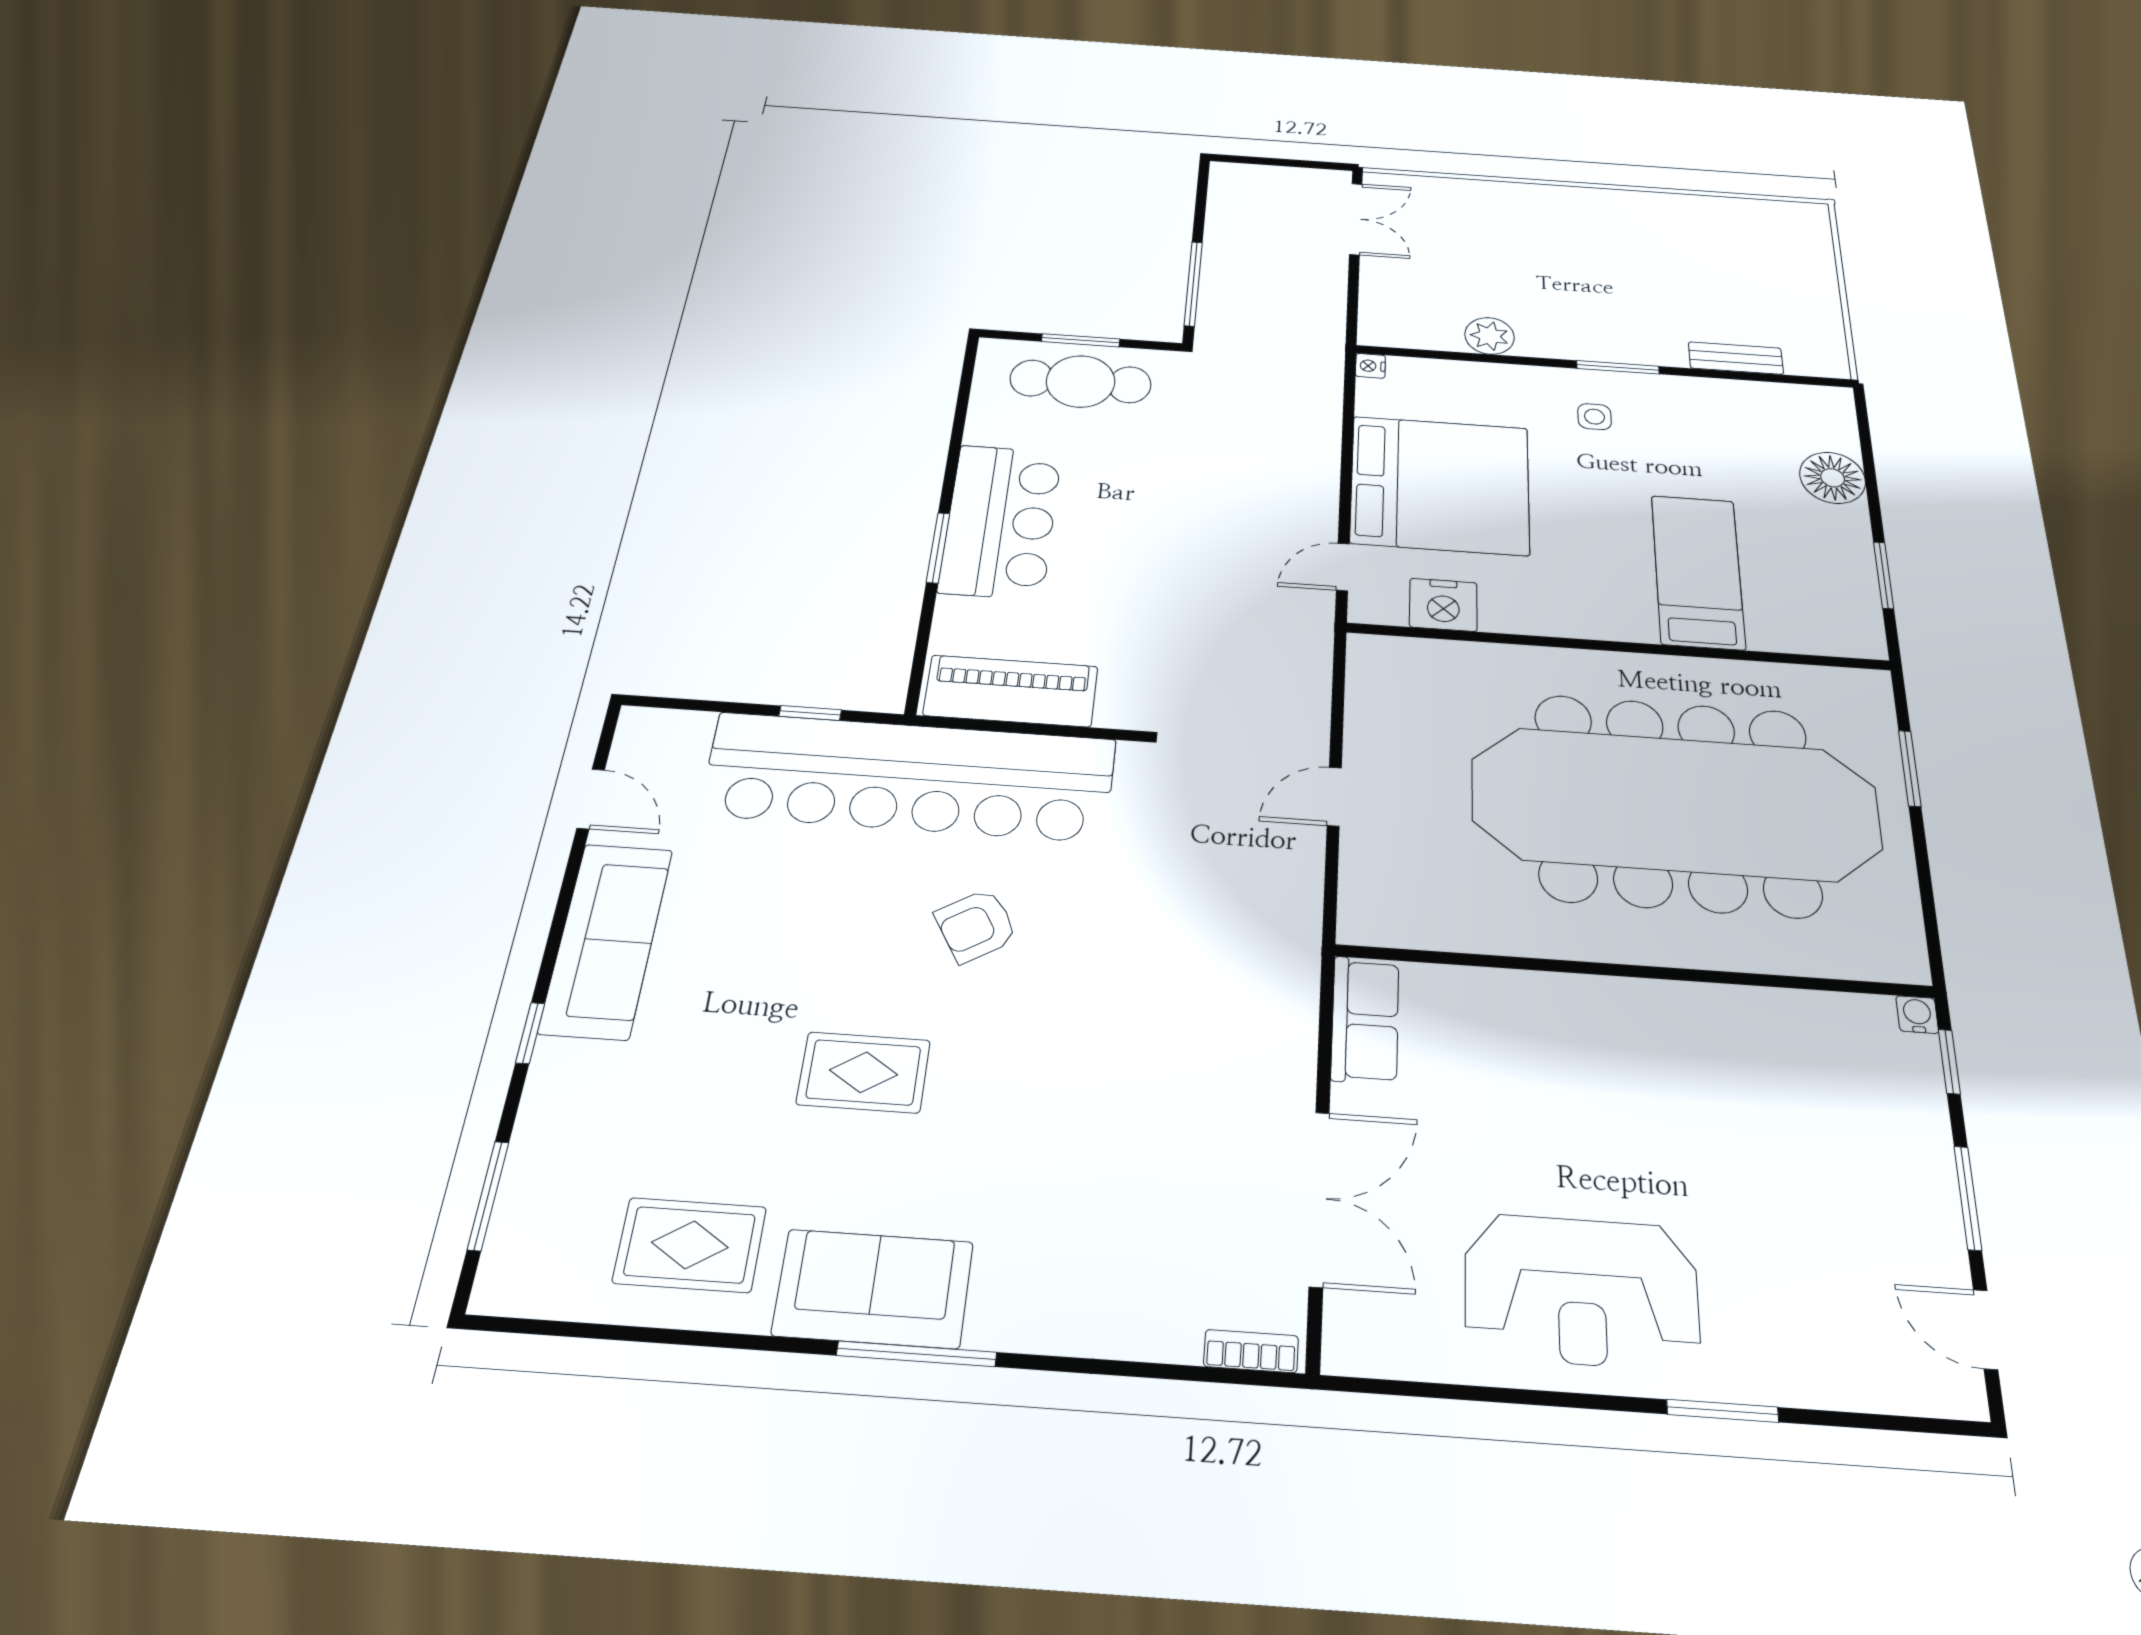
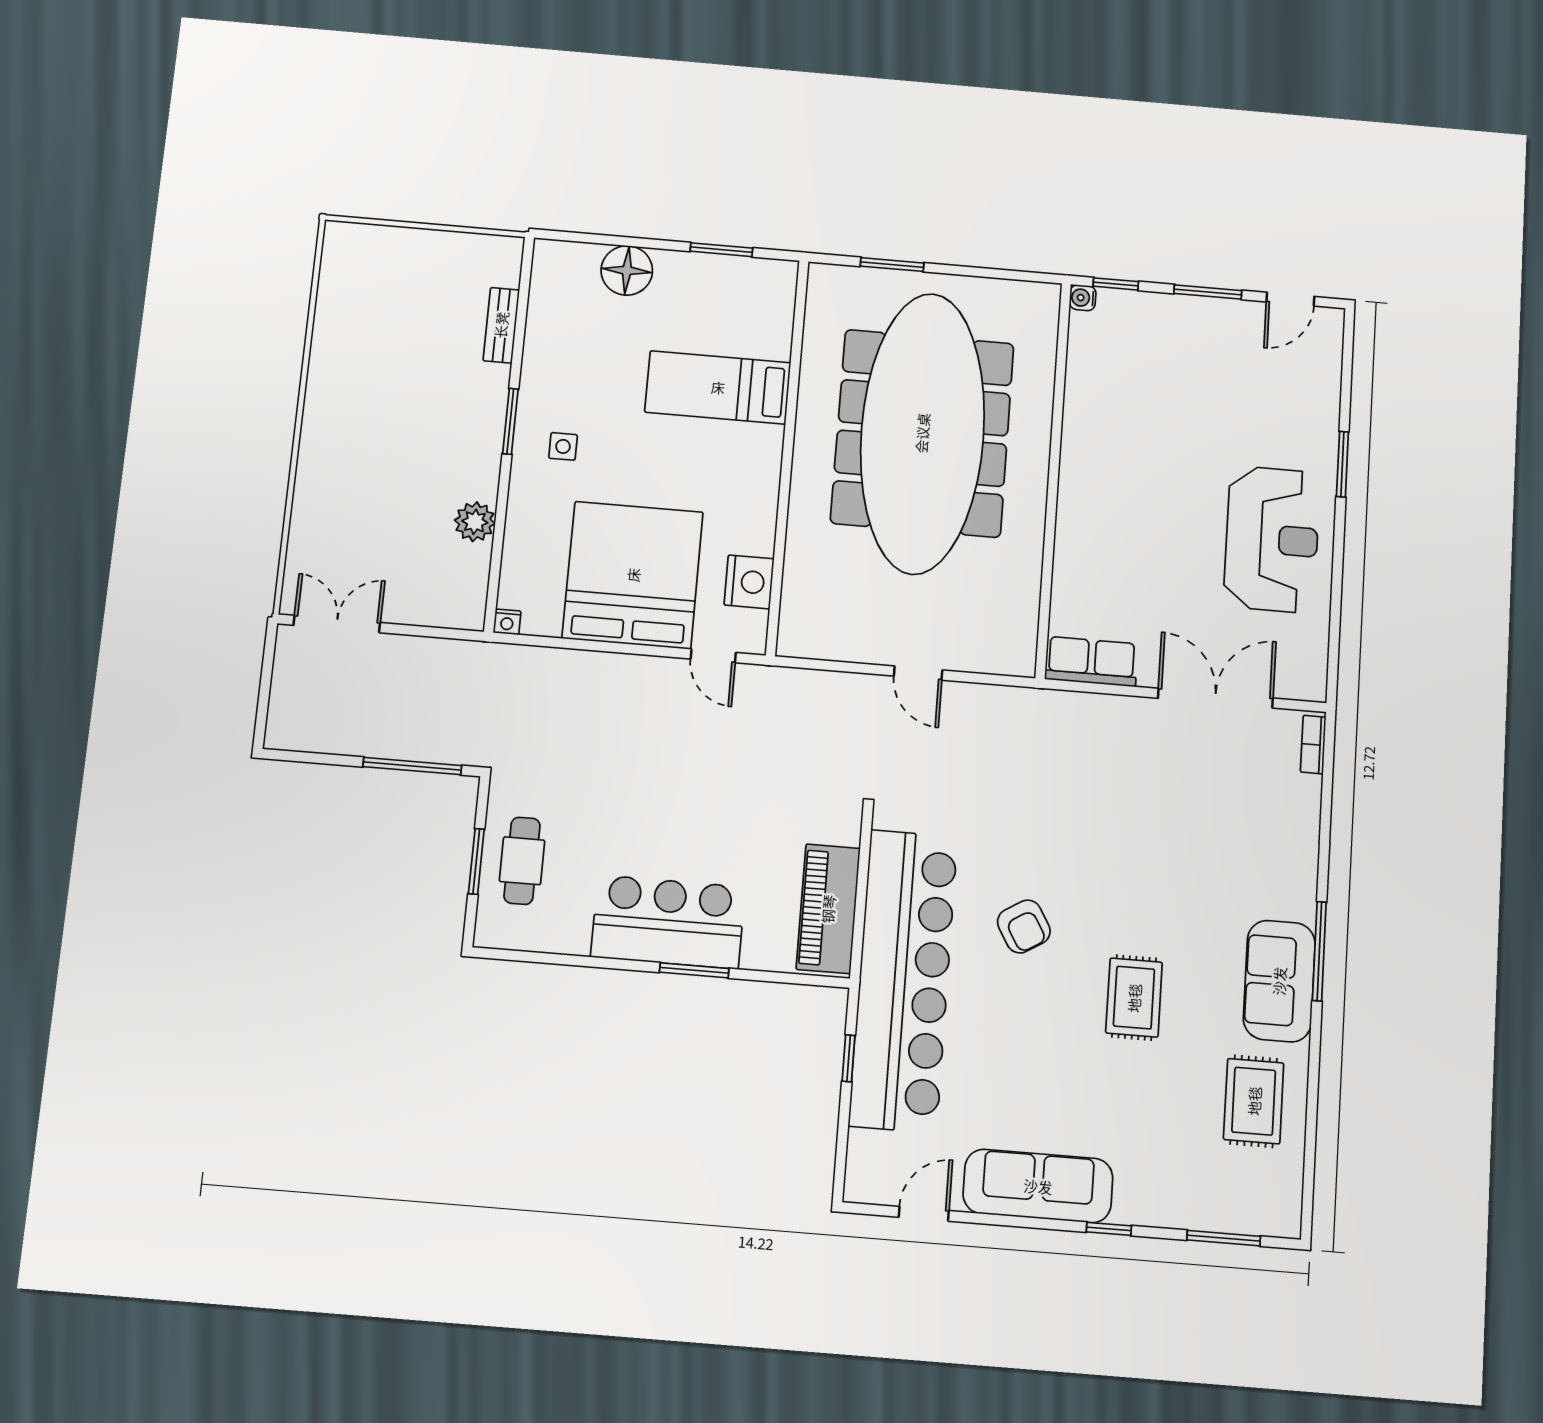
cafe table: (1081, 381) -> (522, 861), width x0.73, depth x0.74

